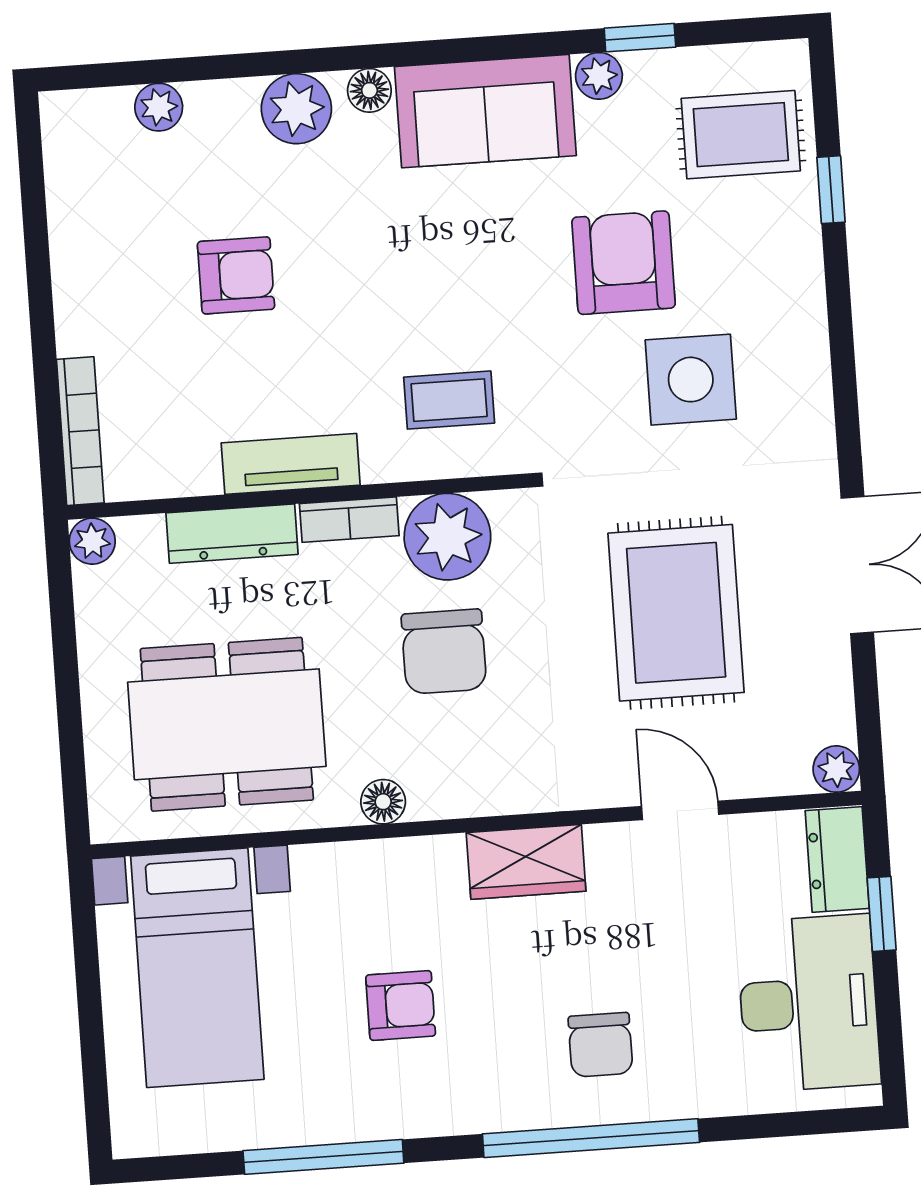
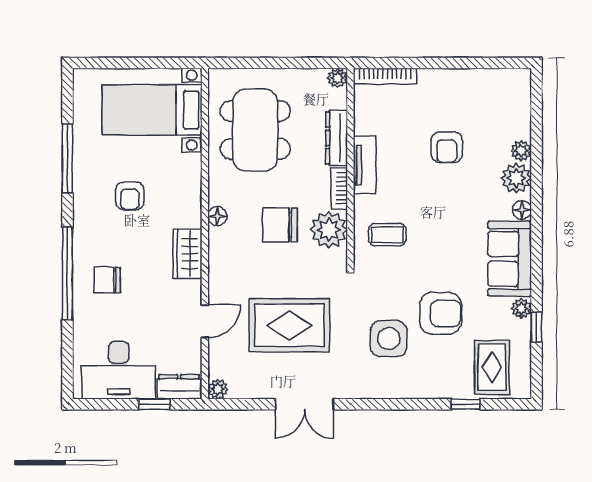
plant: (159, 107) -> (521, 151), moved
coffee table: (449, 400) -> (387, 235), turned 90
floor lamp: (383, 802) -> (217, 216), moved

